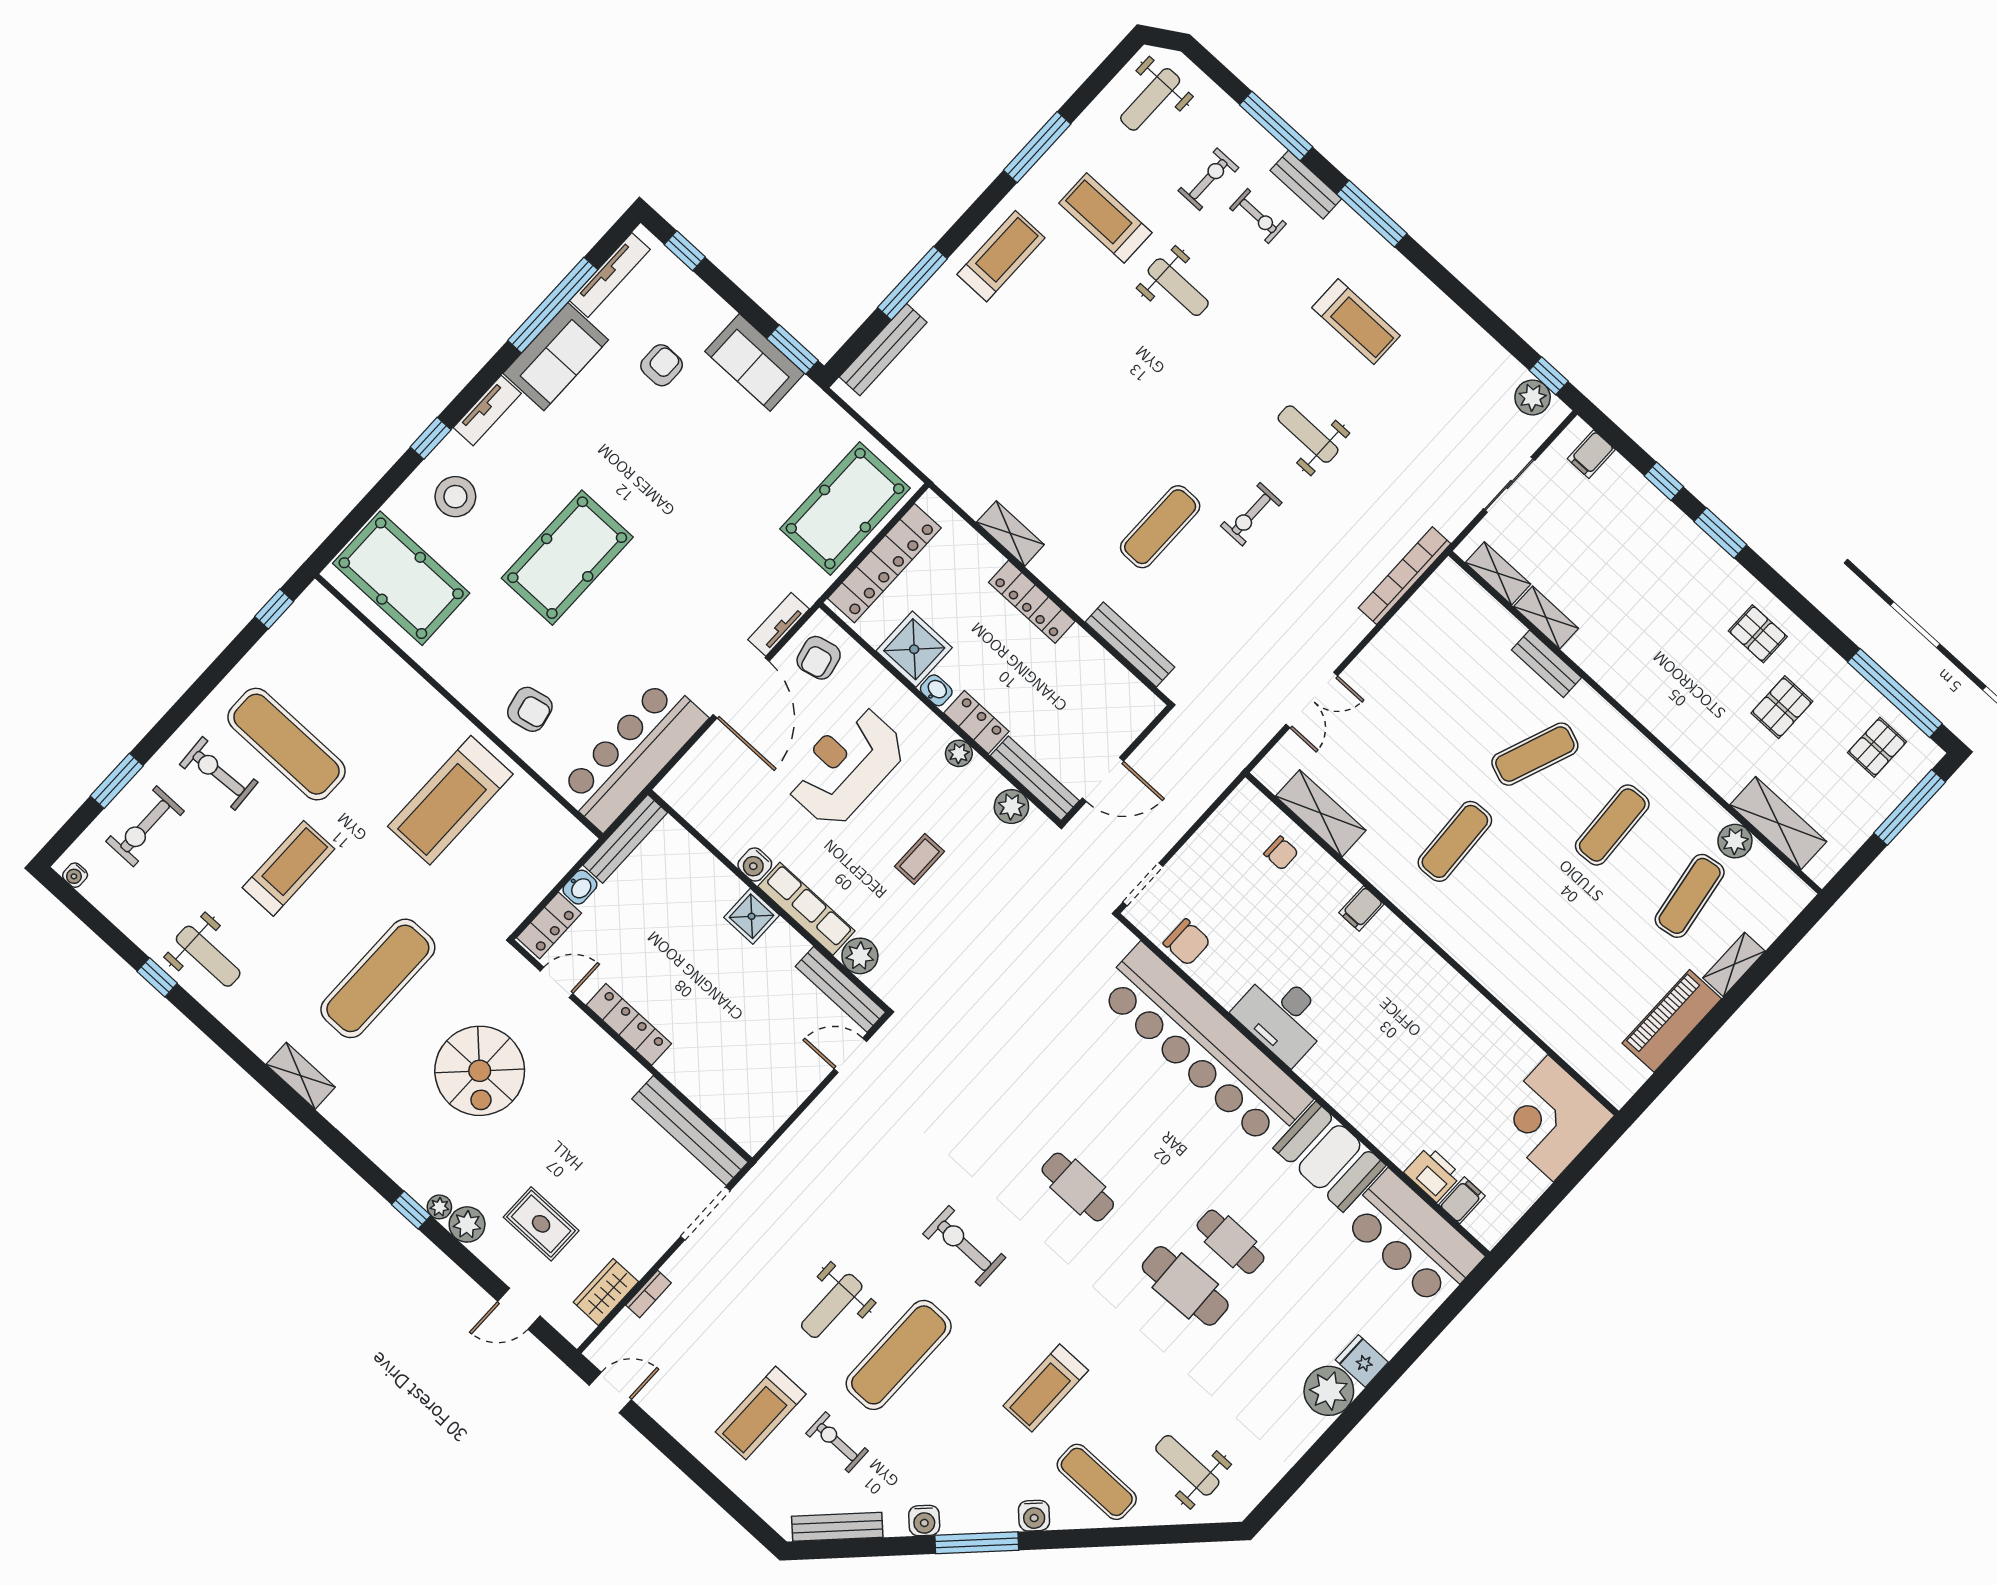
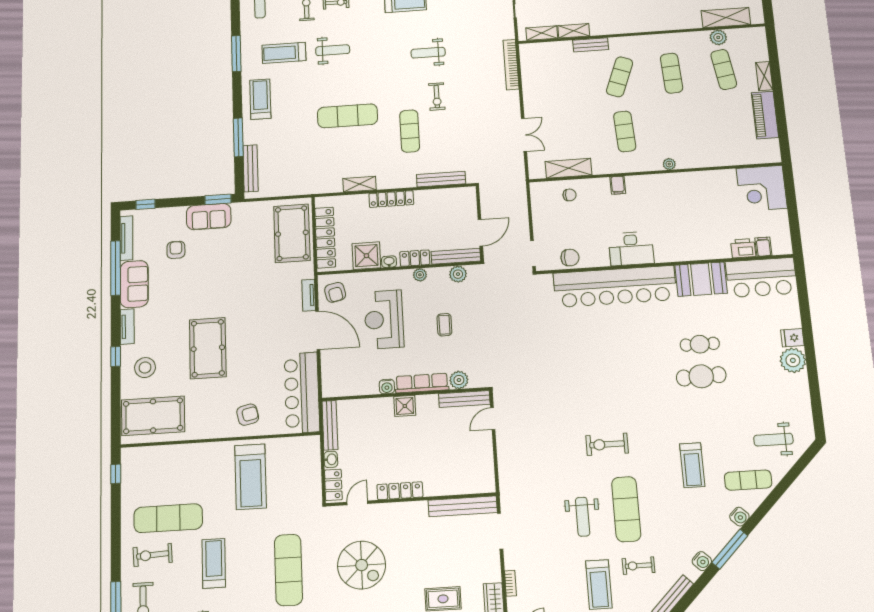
exercise mat: (1097, 412) -> (347, 116), added
plant: (1464, 952) -> (669, 164), added
cafe table: (1078, 1187) -> (625, 381), removed

